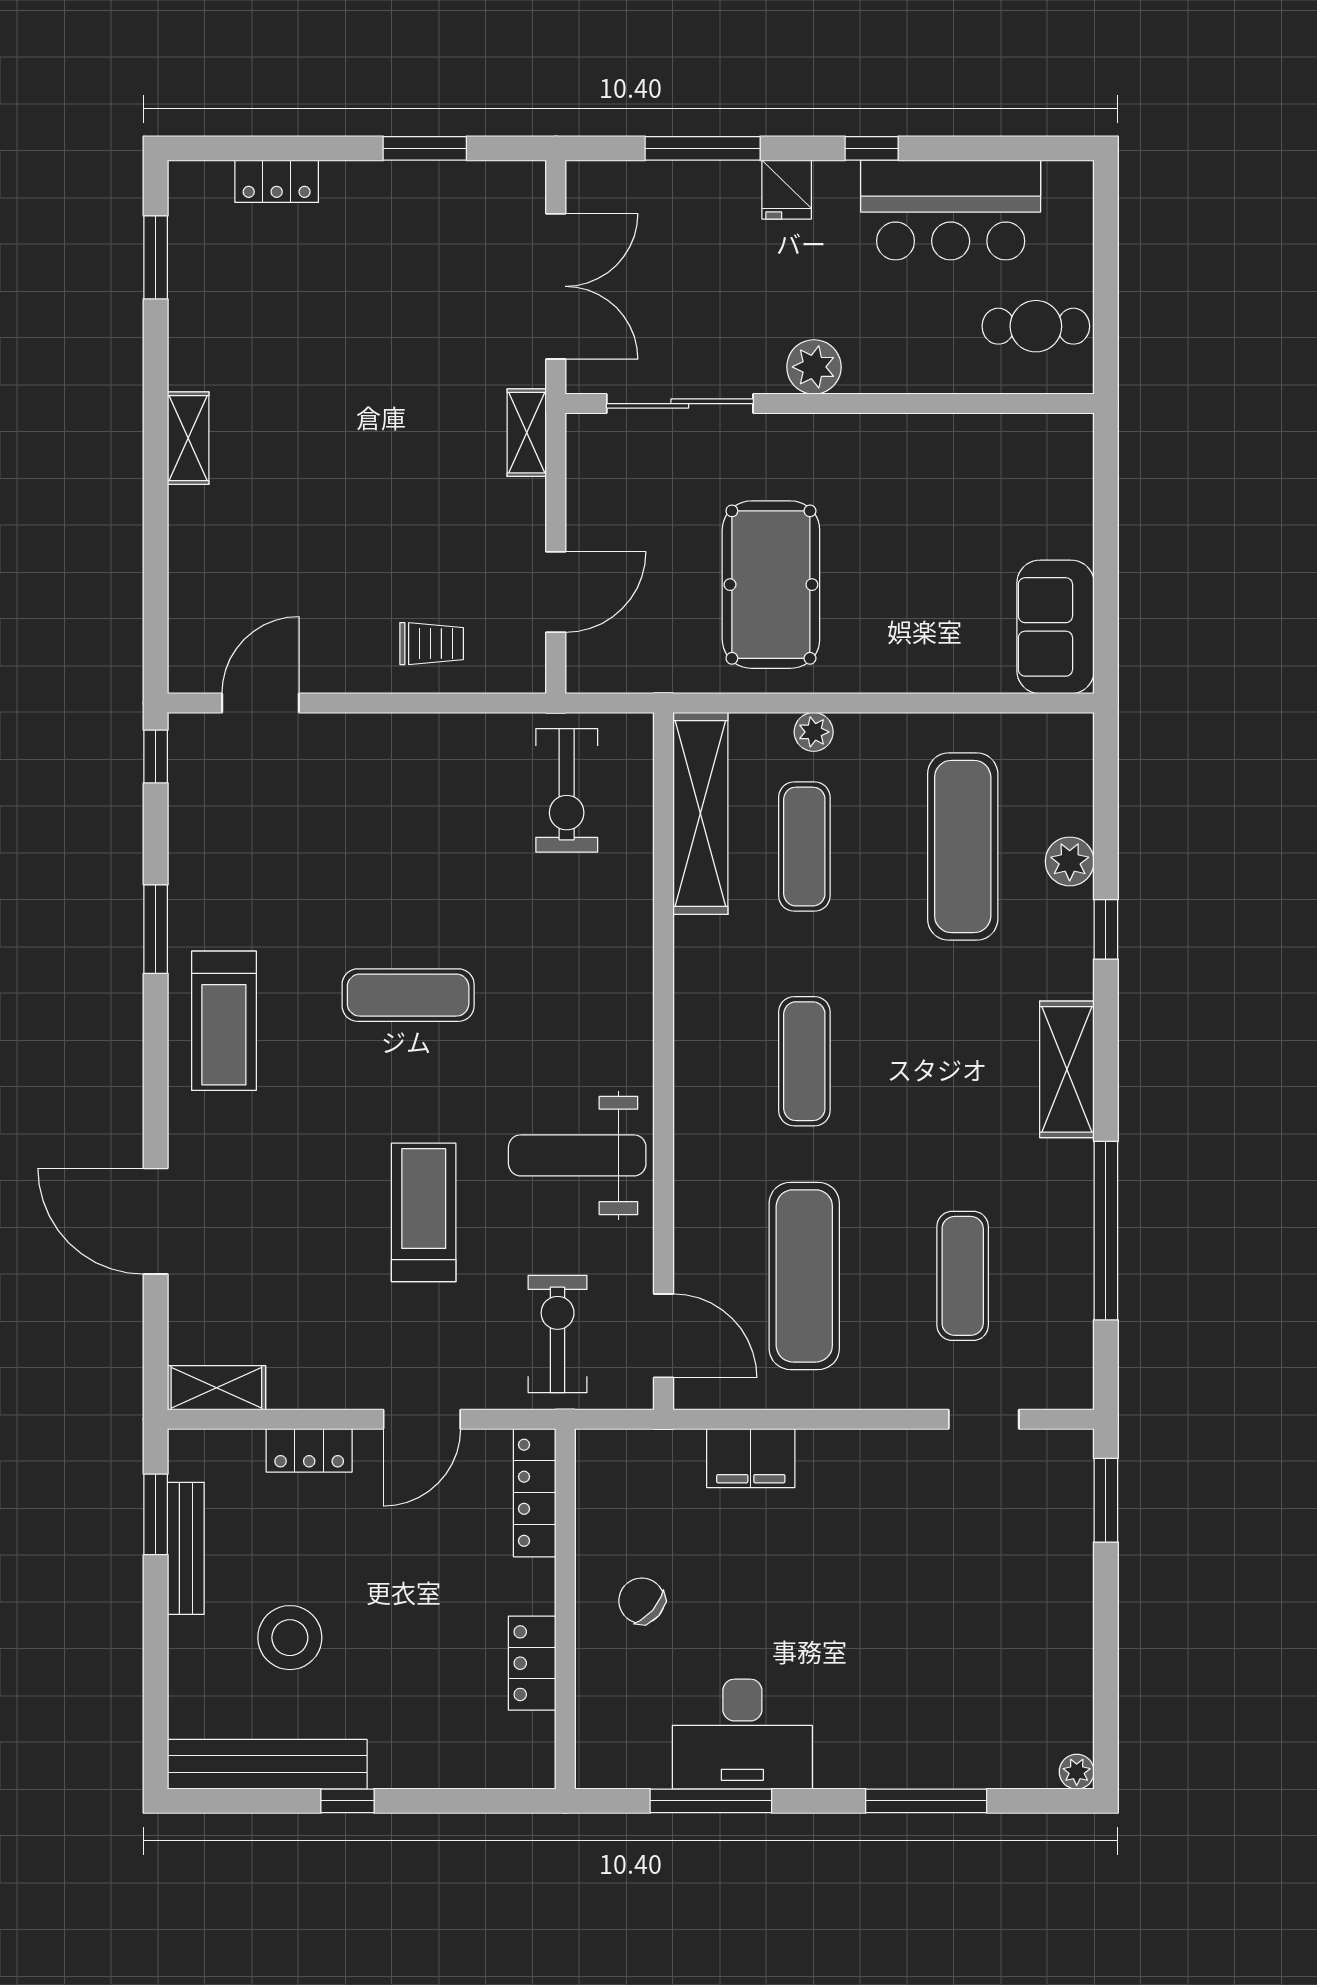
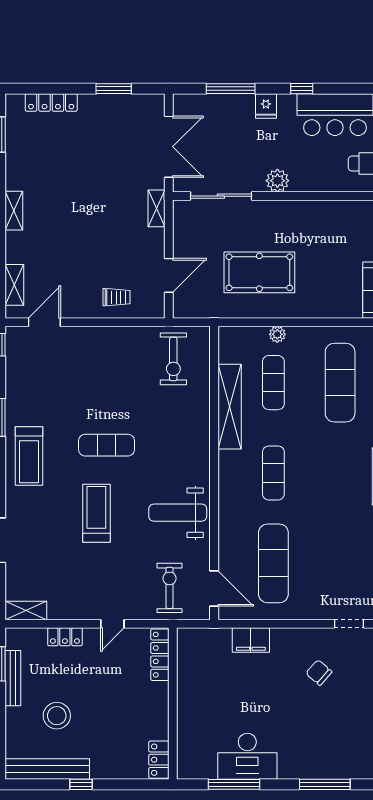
locker: (277, 181) -> (51, 102), width x1.53
pool table: (771, 585) -> (259, 272), turned 90
shelving: (189, 615) -> (14, 285), added
shelving: (700, 813) -> (230, 407), moved
treadmill: (424, 1212) -> (96, 513), moved
exercise mat: (963, 1276) -> (340, 563), removed
door: (422, 1419) -> (112, 624), width x0.73
chair: (642, 1601) -> (319, 672), moved
locker: (532, 1663) -> (159, 760), moved

